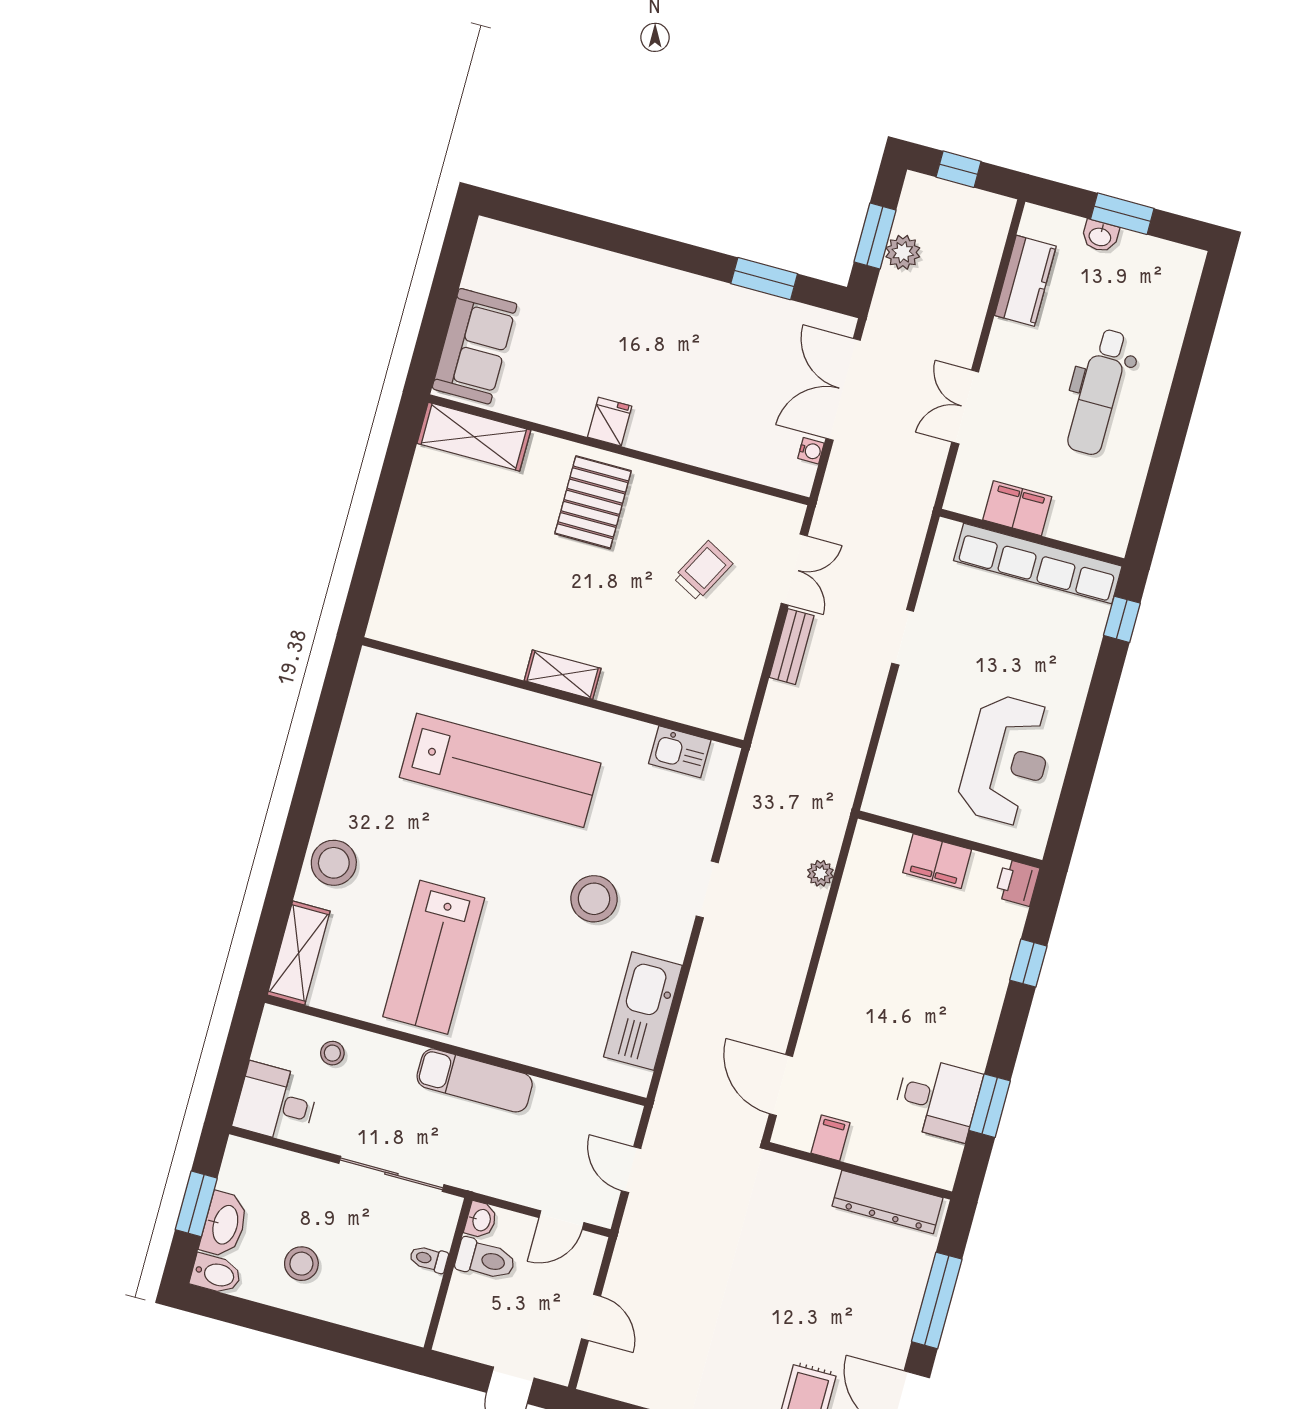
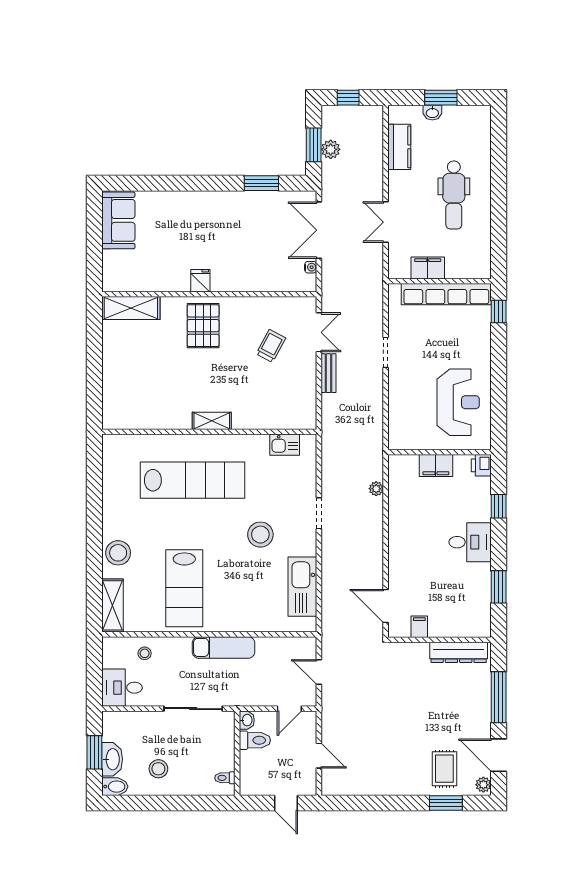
sofa: (475, 346) -> (118, 220), moved
desk: (937, 1099) -> (470, 542), moved
toilet: (429, 1259) -> (225, 778), moved

